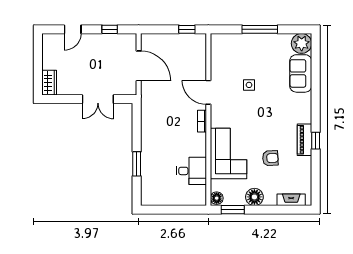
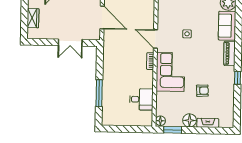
wardrobe: (49, 83) -> (33, 18), moved
piano: (305, 140) -> (229, 53), moved
corner sofa: (228, 154) -> (170, 72), moved
window: (137, 164) -> (99, 93), width x1.44
fireplace: (291, 200) -> (208, 123), moved

